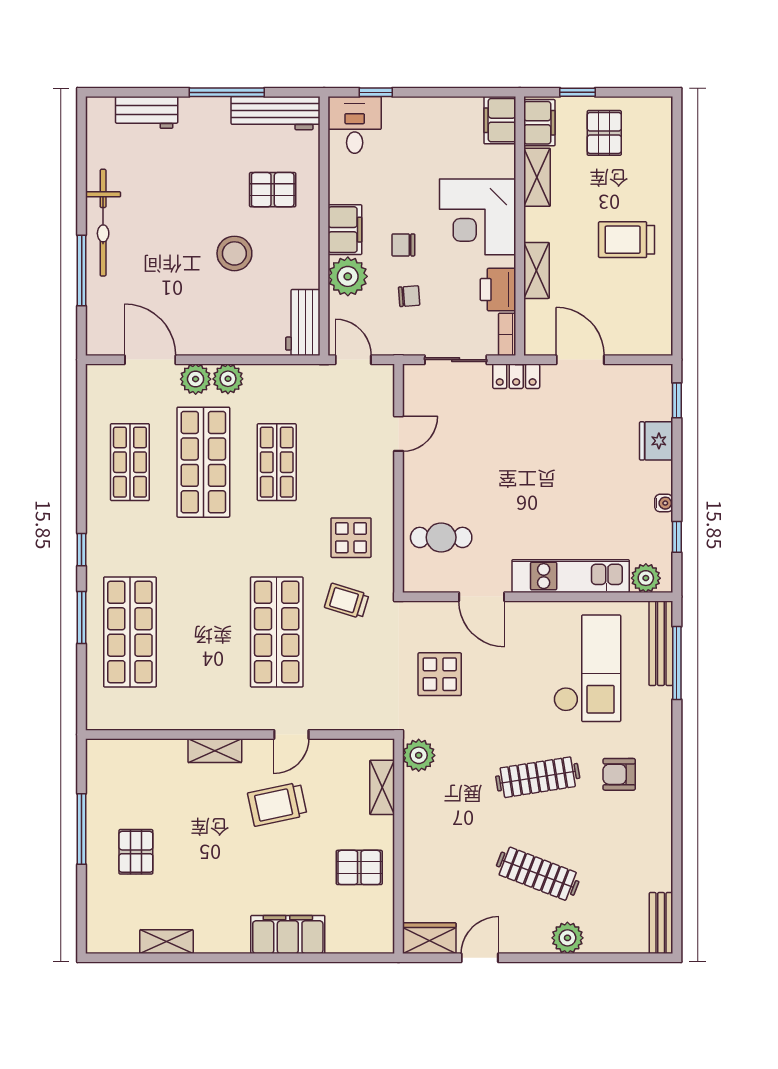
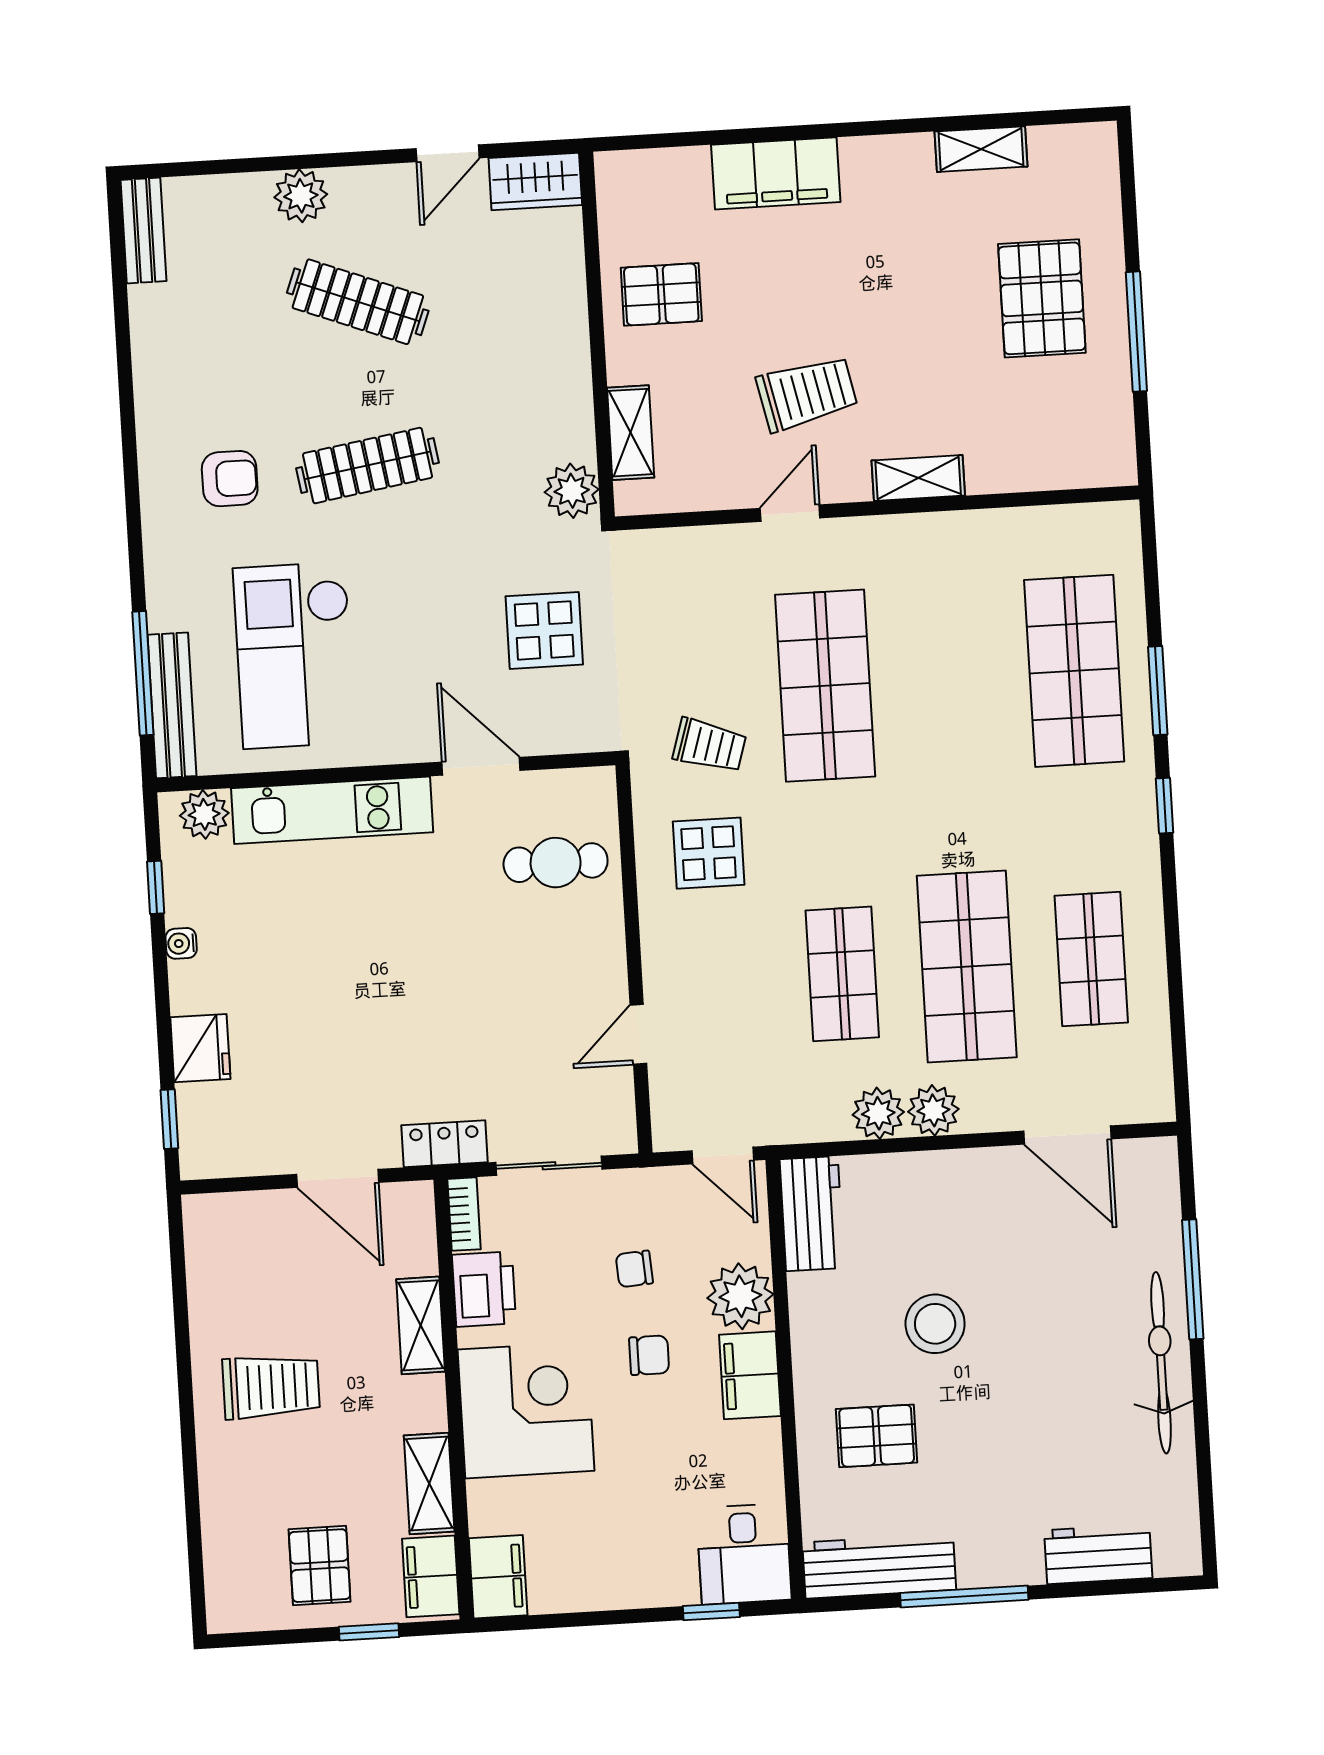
plant: (196, 379) -> (878, 1113), moved
pallet: (136, 852) -> (1042, 298), width x1.50, depth x1.42

